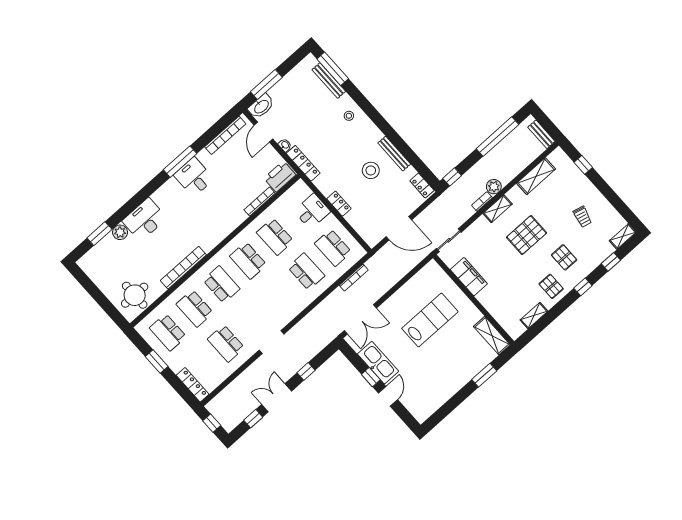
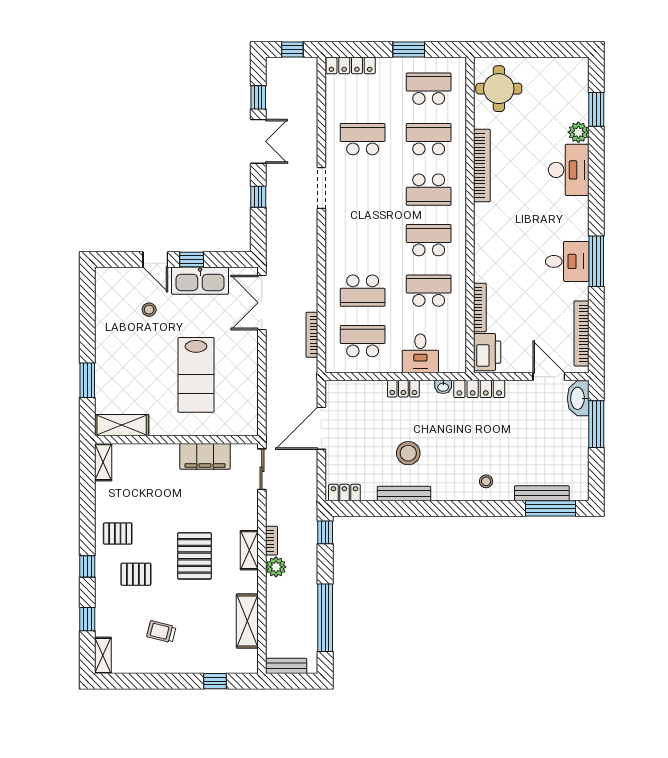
washbasin: (285, 145) -> (443, 387), moved
shelving: (534, 316) -> (103, 462), moved
stool: (418, 376) -> (149, 310), added

